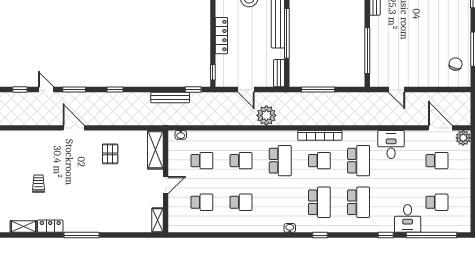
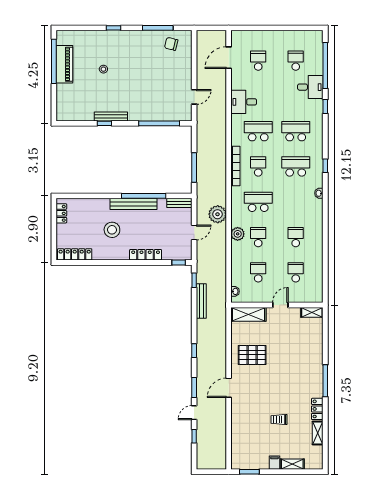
plant: (463, 138) -> (238, 234), moved
pallet: (110, 154) -> (252, 355), width x1.50, depth x1.42
door: (166, 185) -> (280, 305), hinge flipped

